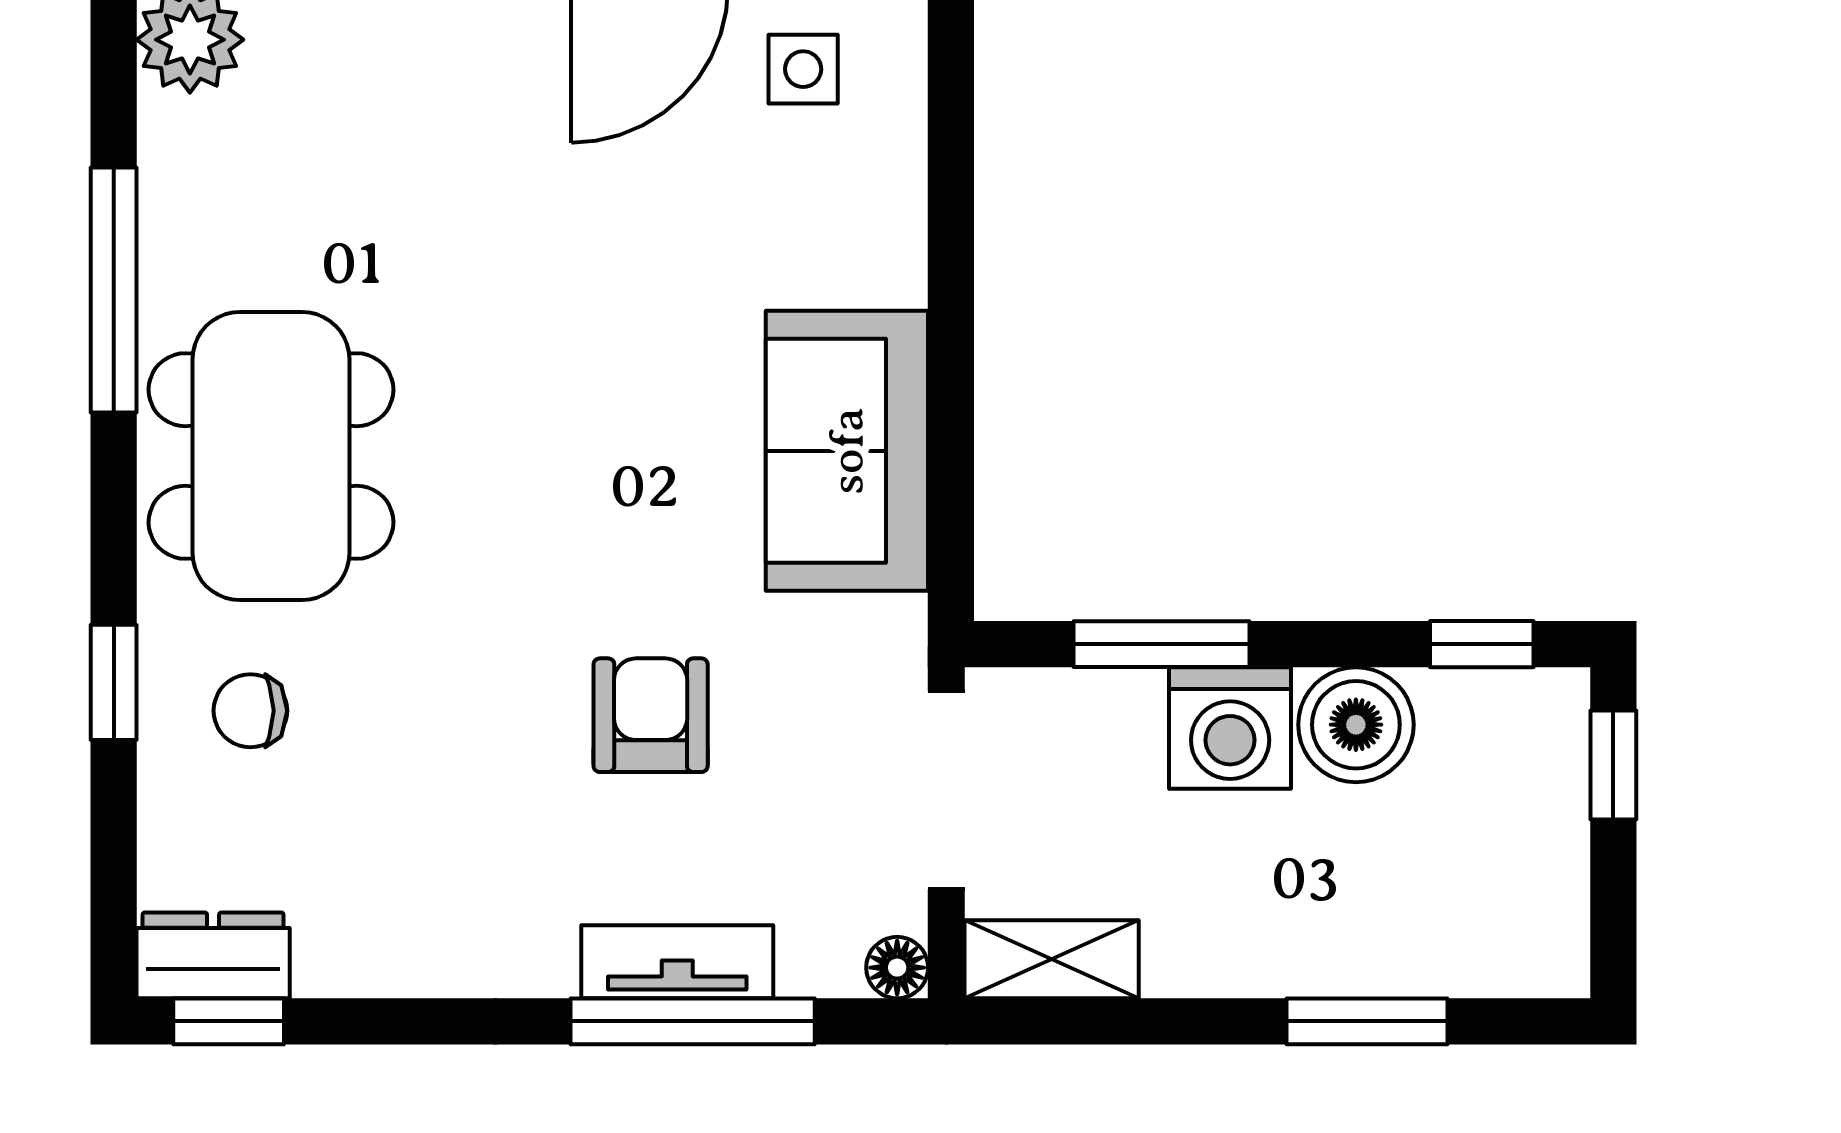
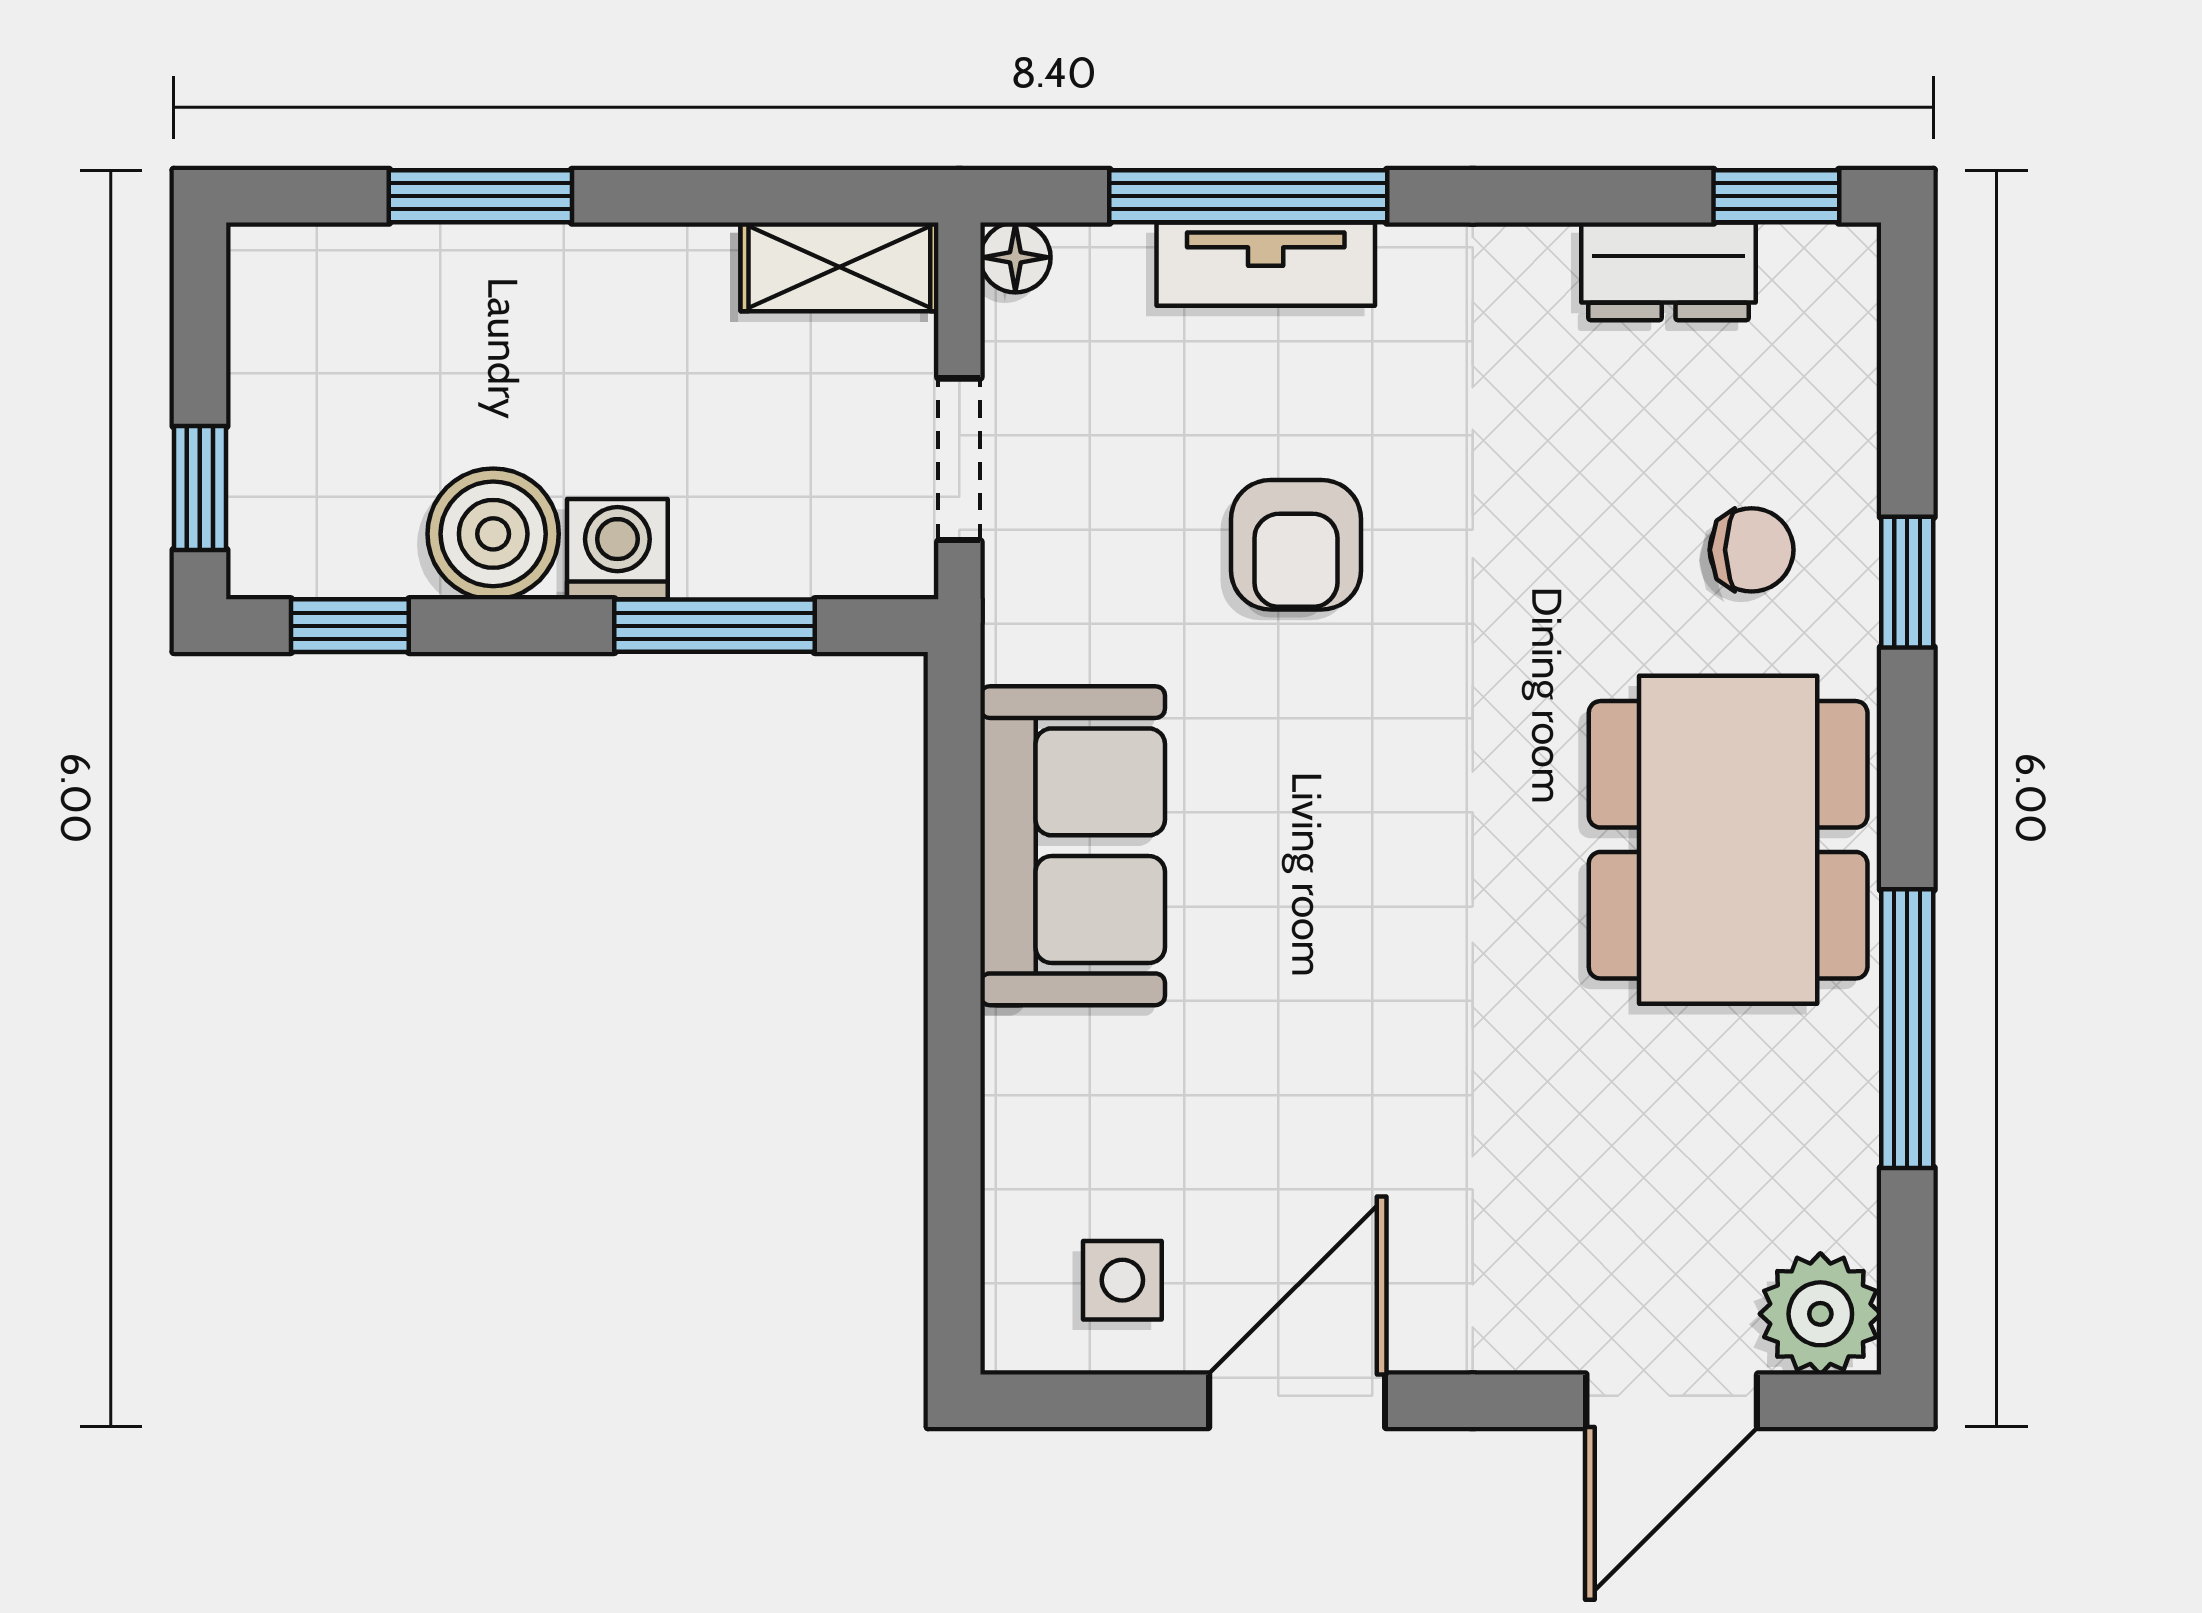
washing machine: (1230, 728) -> (617, 549), width x0.73, depth x0.73
doorway: (946, 790) -> (959, 459), width x0.73
dresser: (213, 955) -> (1669, 271), moved

